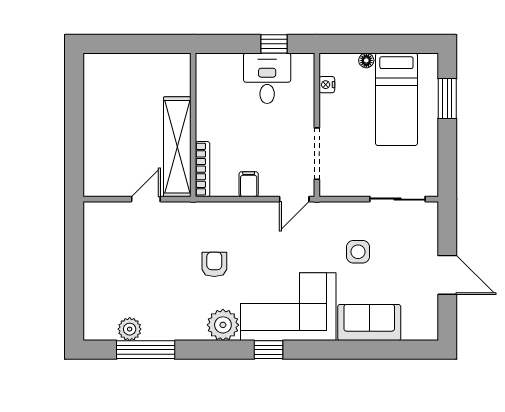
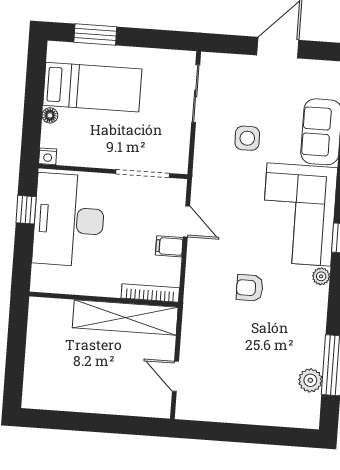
desk: (267, 78) -> (69, 220), width x1.87, depth x1.30
nightstand: (327, 85) -> (48, 156), moved
door: (146, 199) -> (175, 376), moved
door: (294, 199) -> (187, 221), moved
plant: (223, 325) -> (321, 276), width x0.53, depth x0.53

